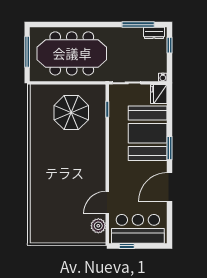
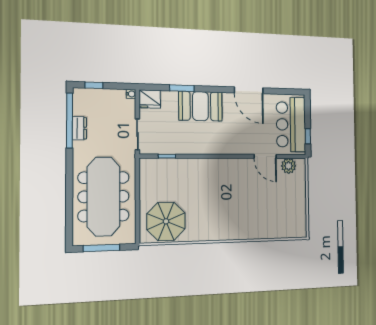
window: (138, 25) -> (70, 120), width x1.46
dresser: (154, 33) -> (79, 128), moved
parasol: (71, 113) -> (166, 221), moved
booth: (148, 133) -> (200, 106), width x0.73, depth x0.70
window: (169, 148) -> (182, 88), moved

